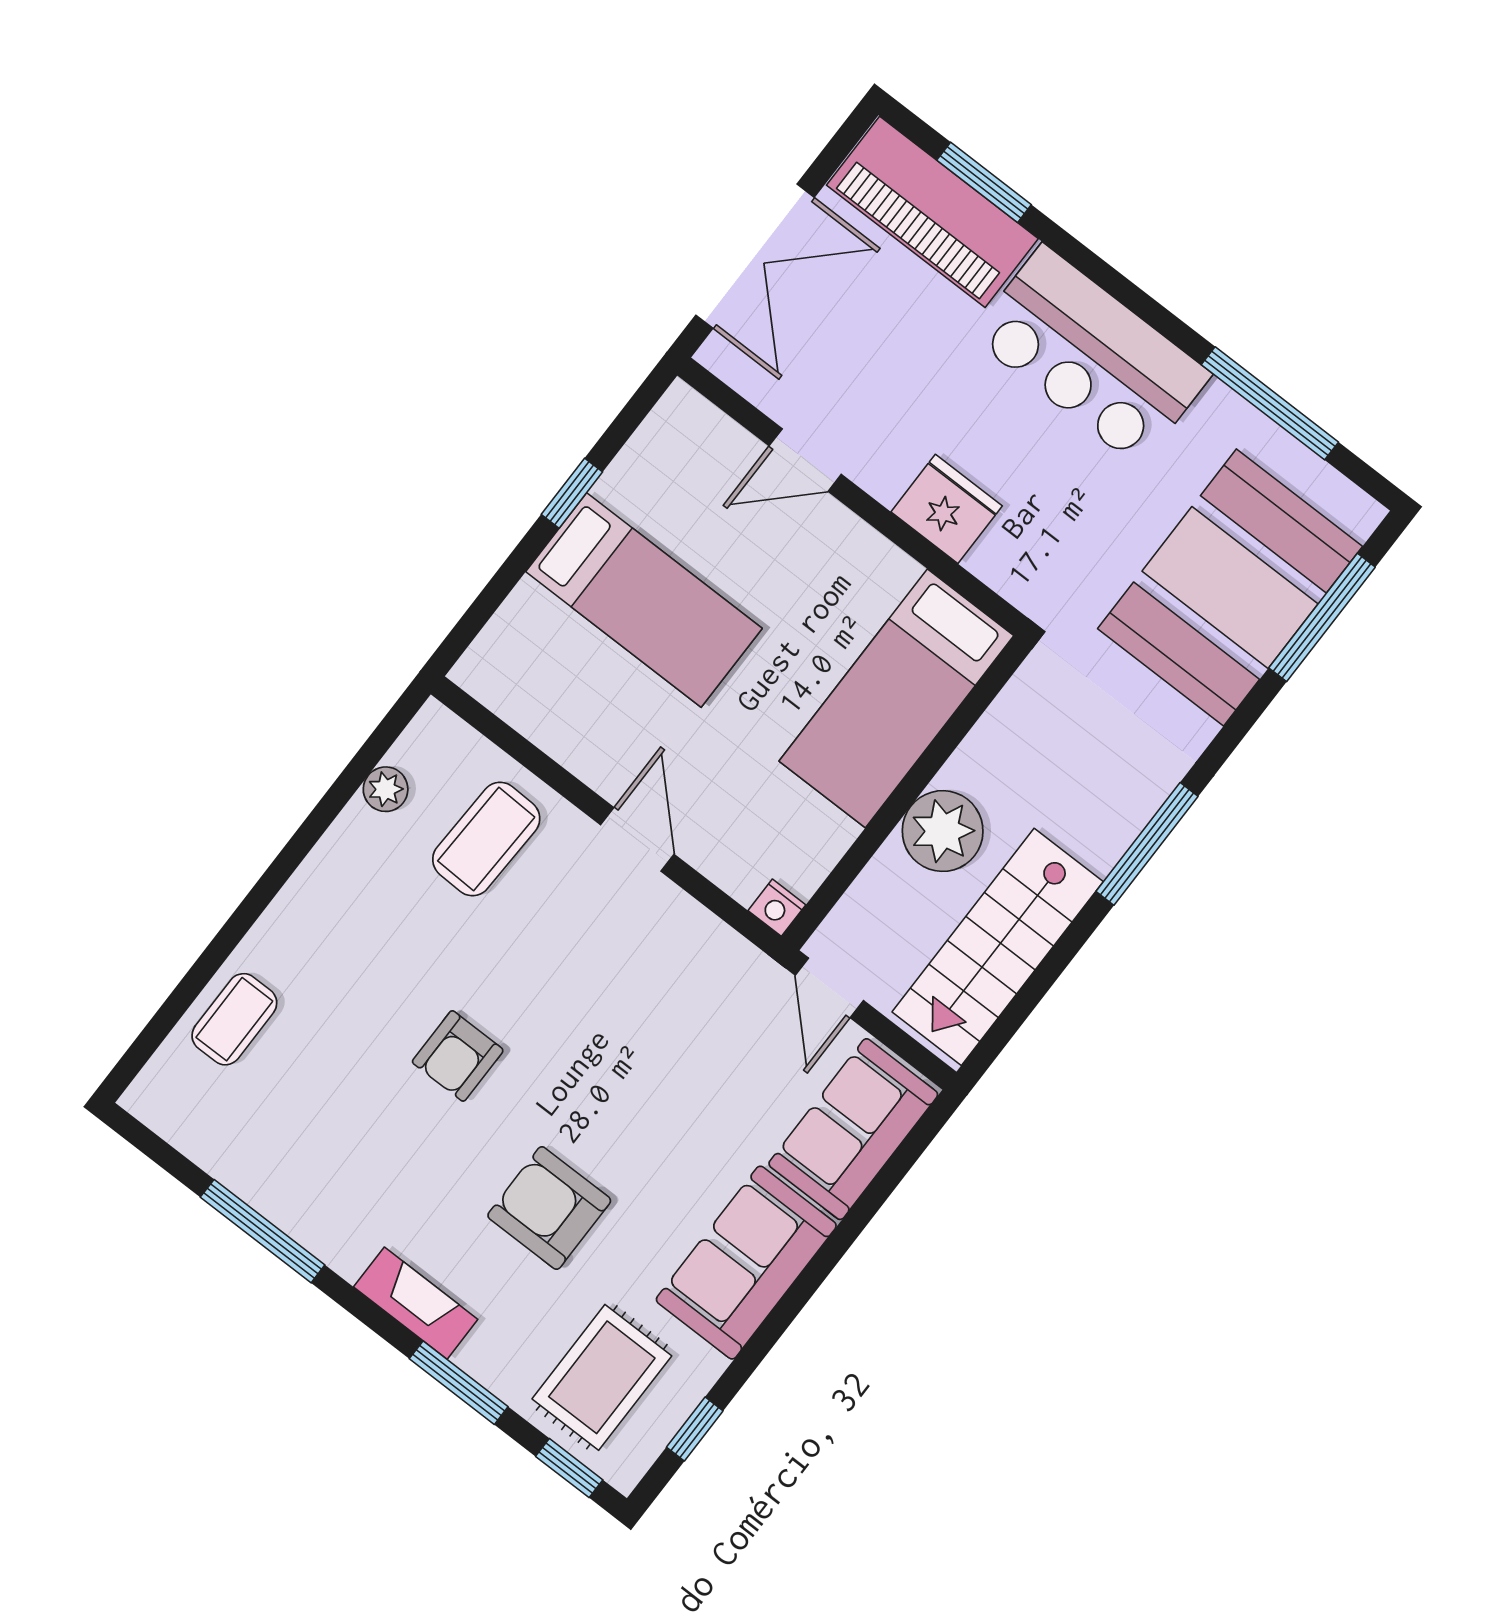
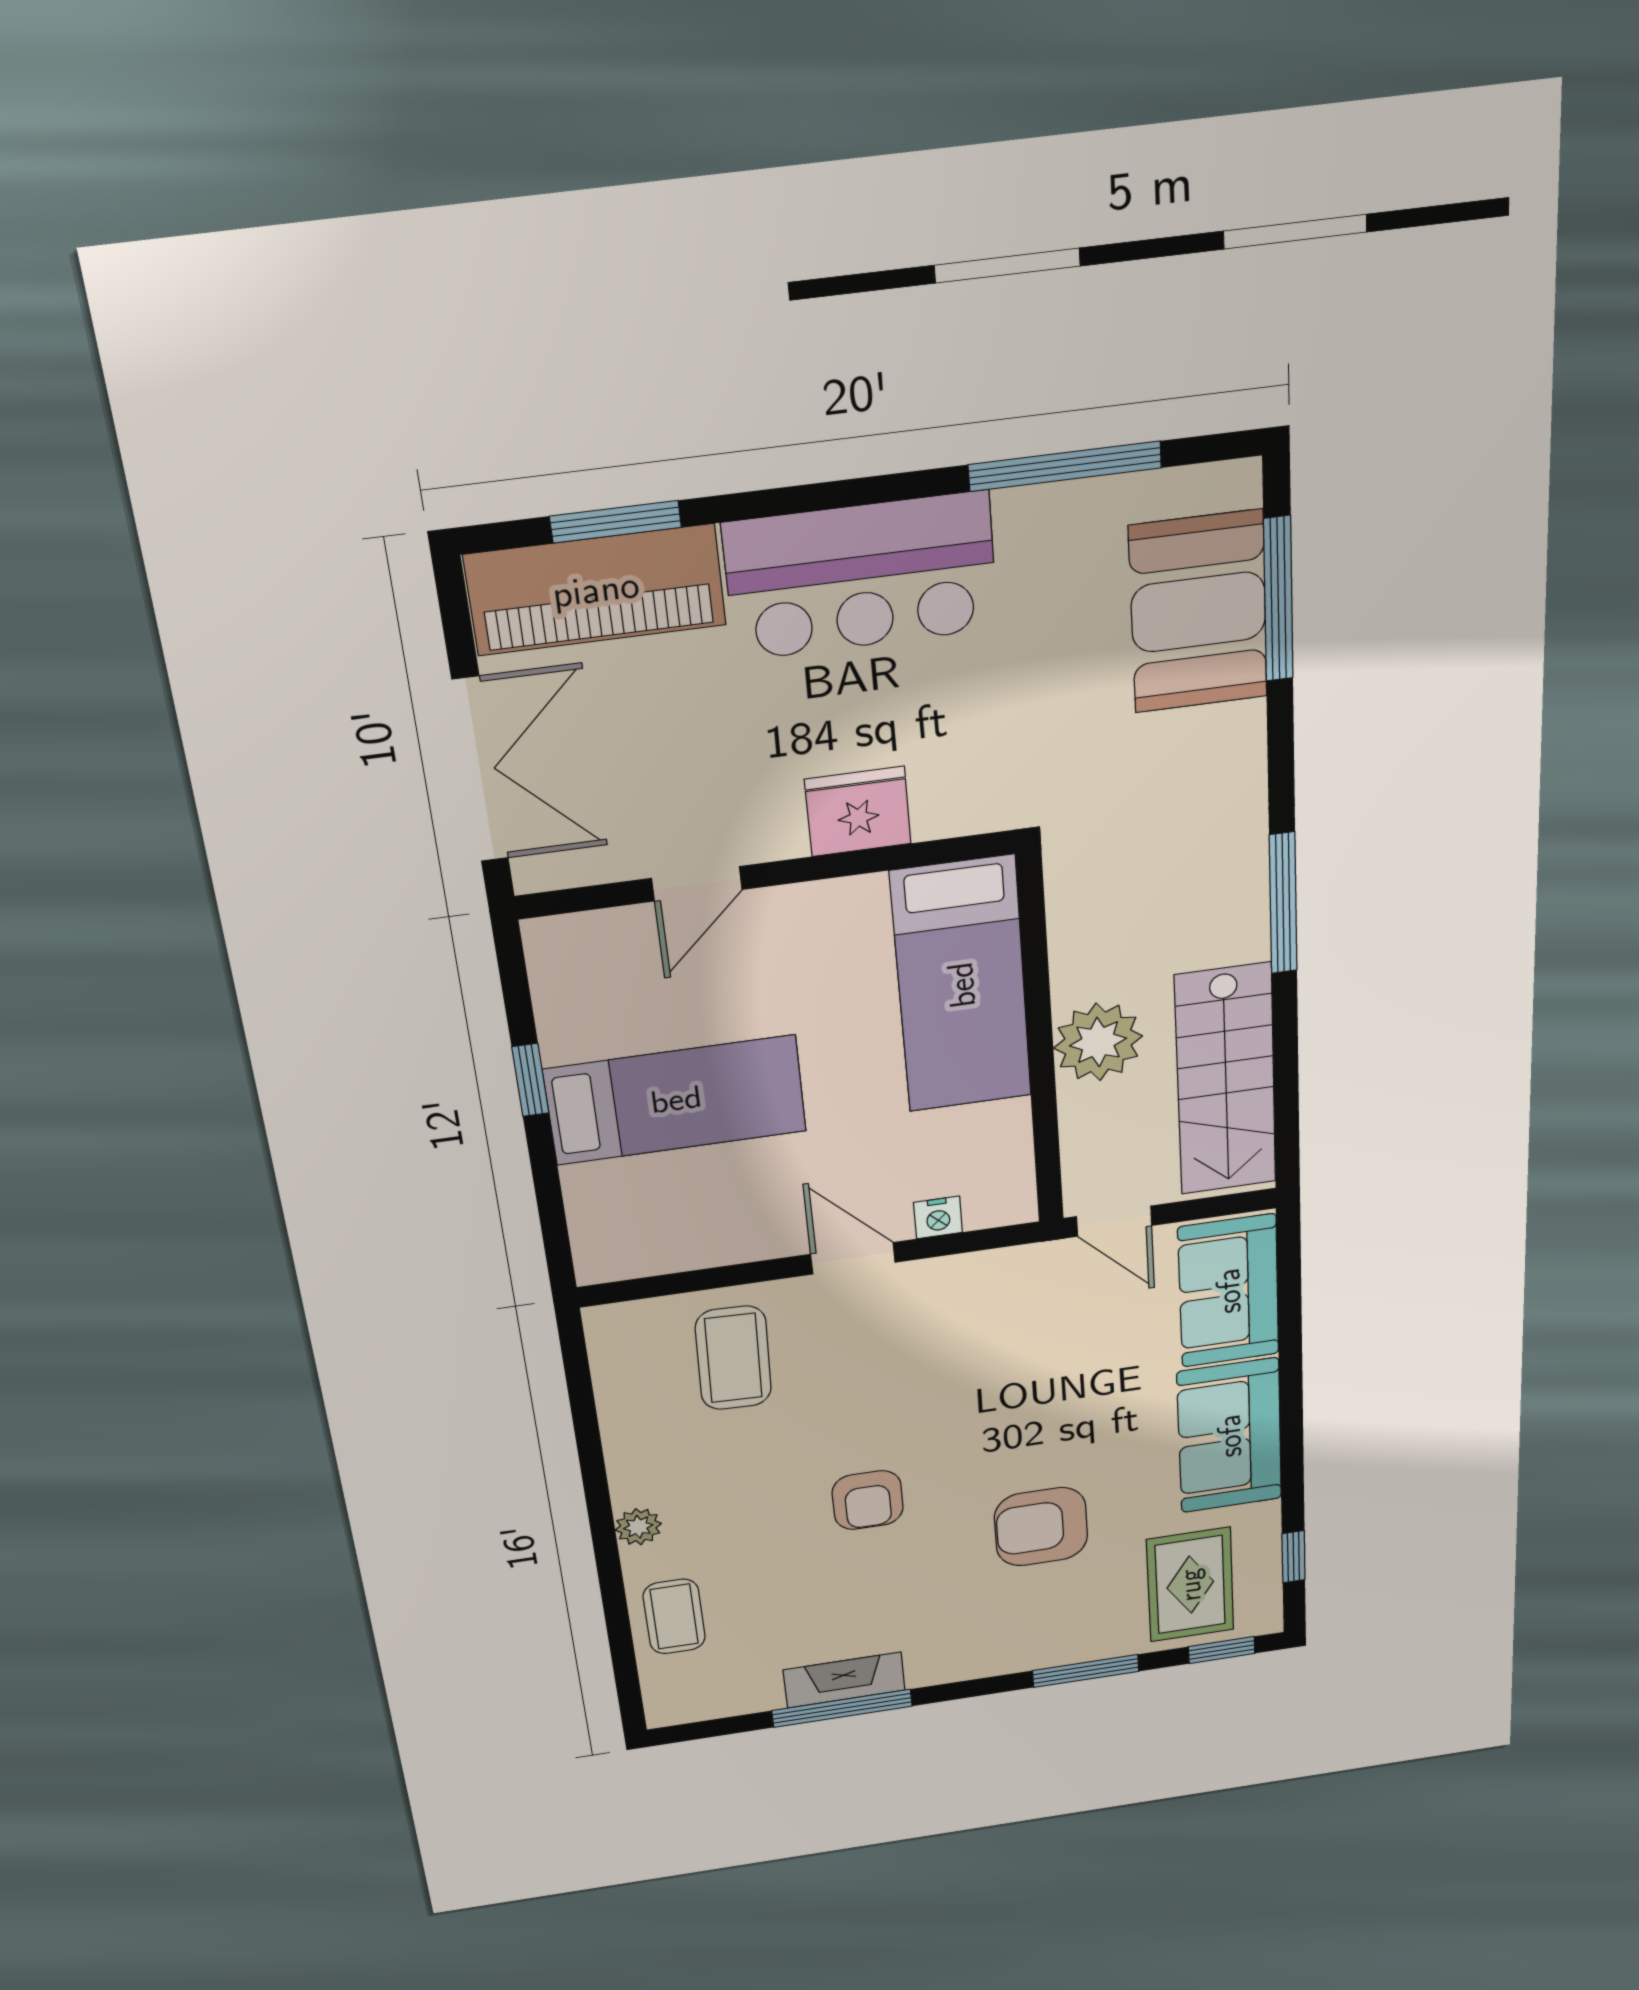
booth: (1230, 588) -> (1198, 612), width x0.73, depth x0.70
plant: (386, 789) -> (638, 1527), moved
nightstand: (777, 908) -> (938, 1217), moved
fireplace: (416, 1303) -> (844, 1680), moved

